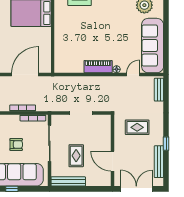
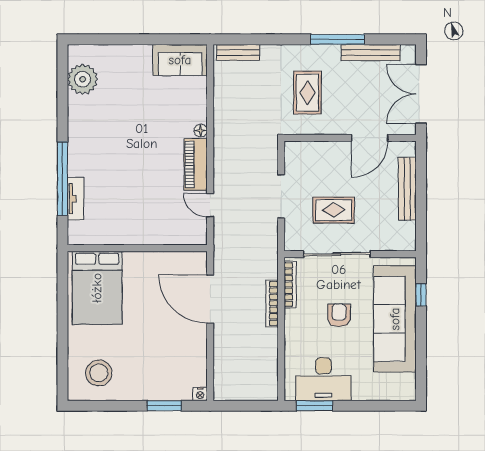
sofa: (153, 46) -> (180, 60), width x0.54, depth x0.79
door: (133, 74) -> (210, 205), moved
window: (166, 144) -> (338, 39), width x2.17
rug: (76, 156) -> (334, 210), moved
bench: (68, 181) -> (407, 189), moved
window: (12, 189) -> (421, 295), moved

